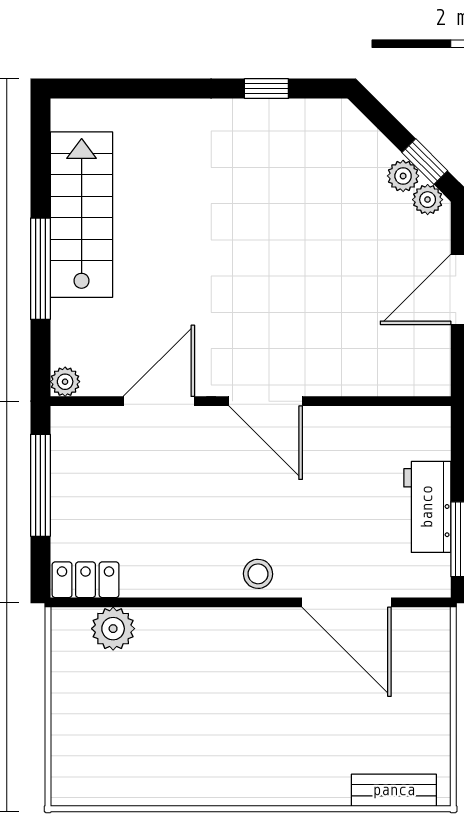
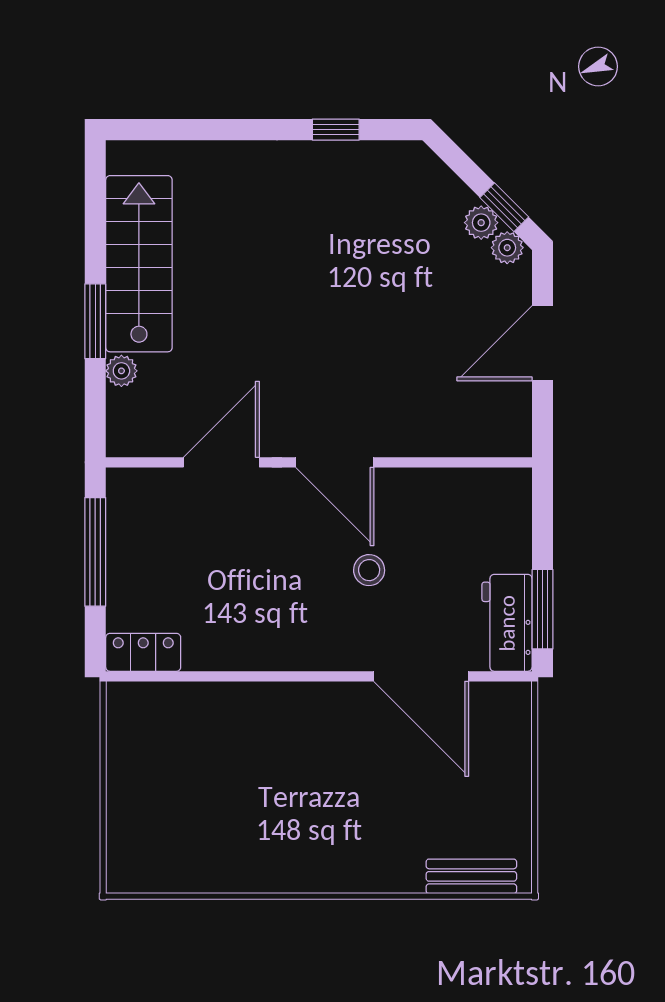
window: (40, 269) -> (95, 321), width x0.69
plant: (65, 382) -> (121, 371), moved
workbench: (427, 507) -> (507, 623), moved
stool: (258, 574) -> (369, 570), moved
plant: (113, 629) -> (173, 704), removed

